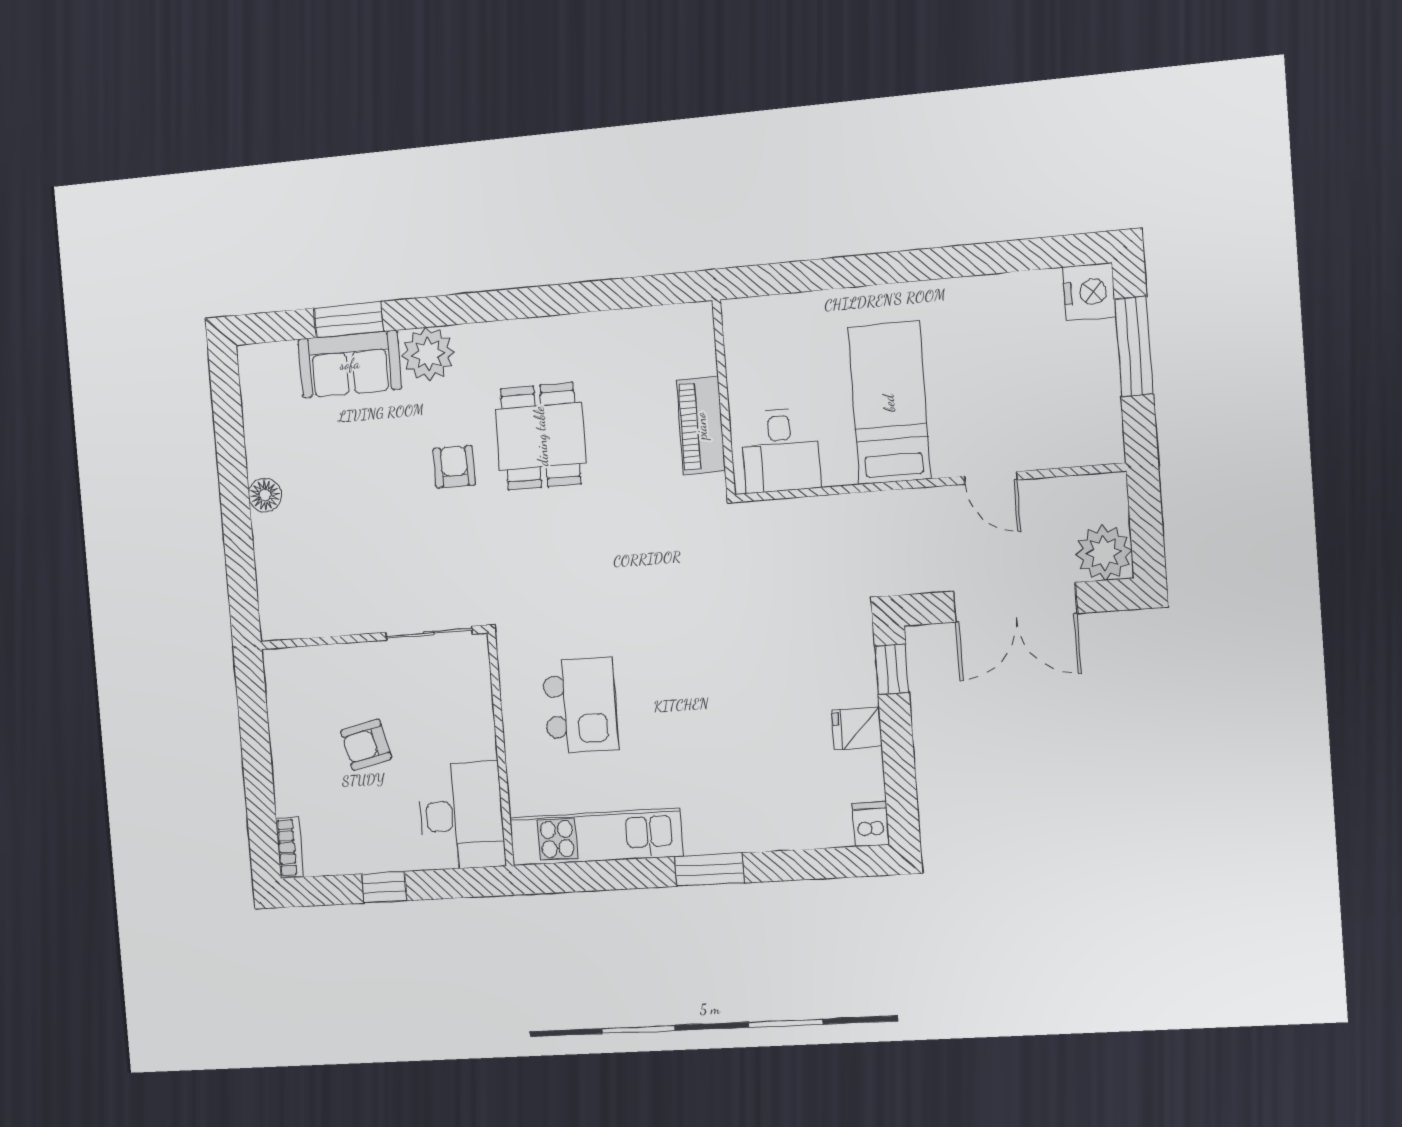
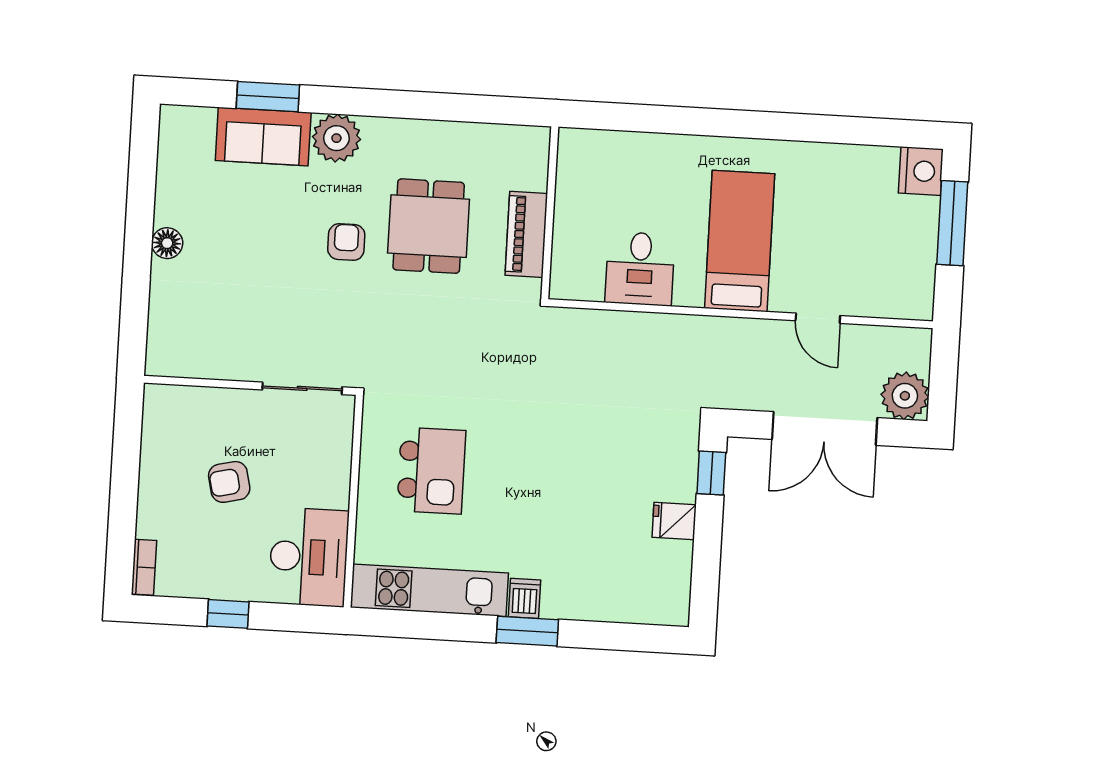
wall: (724, 397) -> (550, 213), moved
piano: (701, 426) -> (526, 234), moved
dishwasher: (871, 824) -> (525, 598), moved

